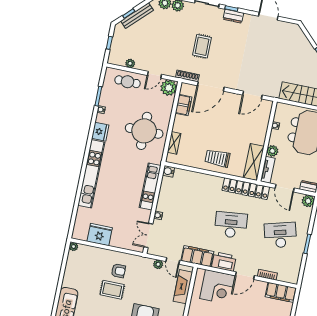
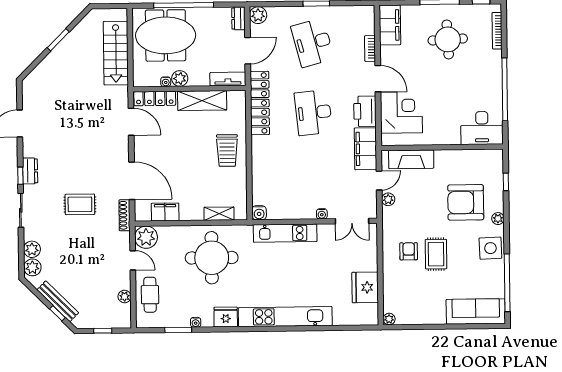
locker: (265, 115) -> (155, 99), added
plant: (272, 151) -> (180, 78), moved
shelving: (254, 162) -> (202, 101), moved

